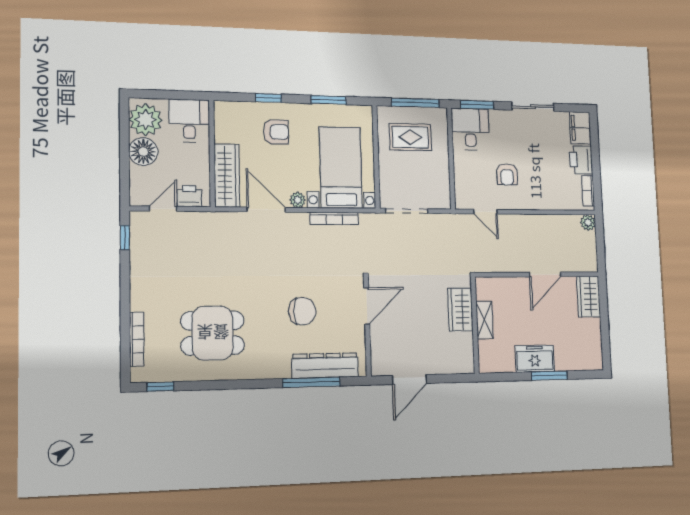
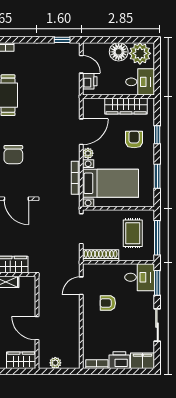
armchair: (276, 132) -> (134, 139), turned 180
wardrobe: (227, 176) -> (126, 106), moved
shoe rack: (442, 183) -> (101, 255), added
plant: (588, 222) -> (55, 363), moved

